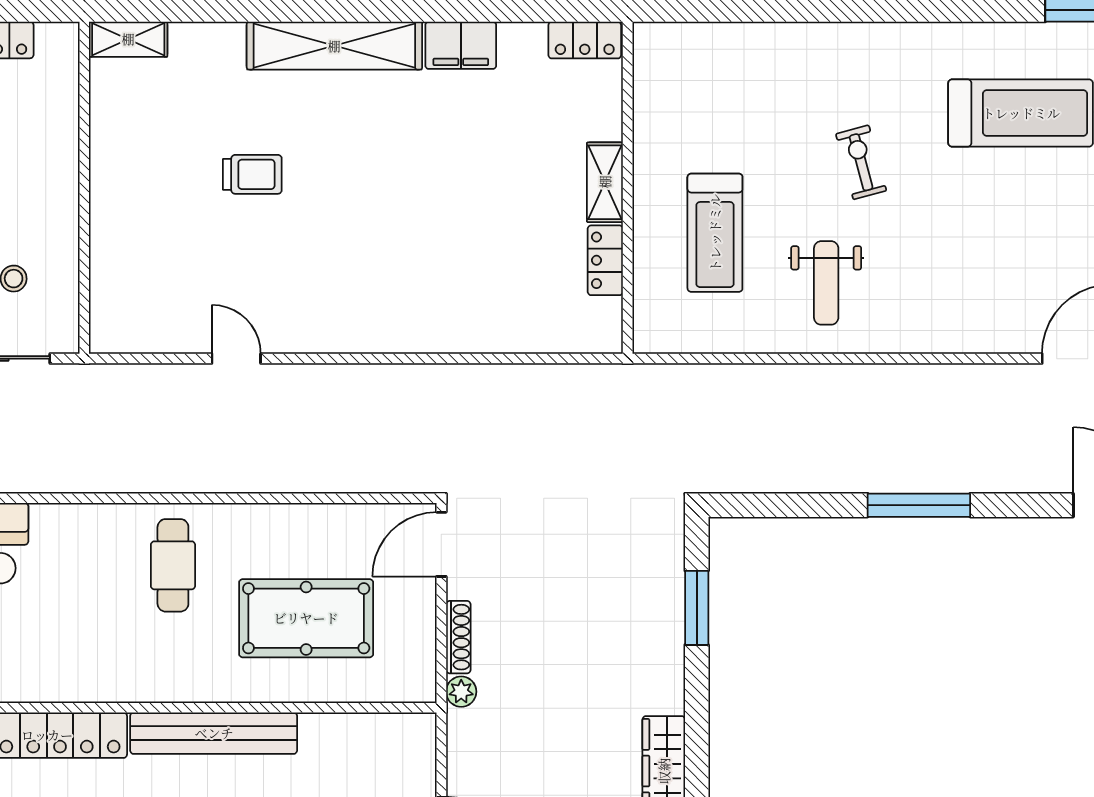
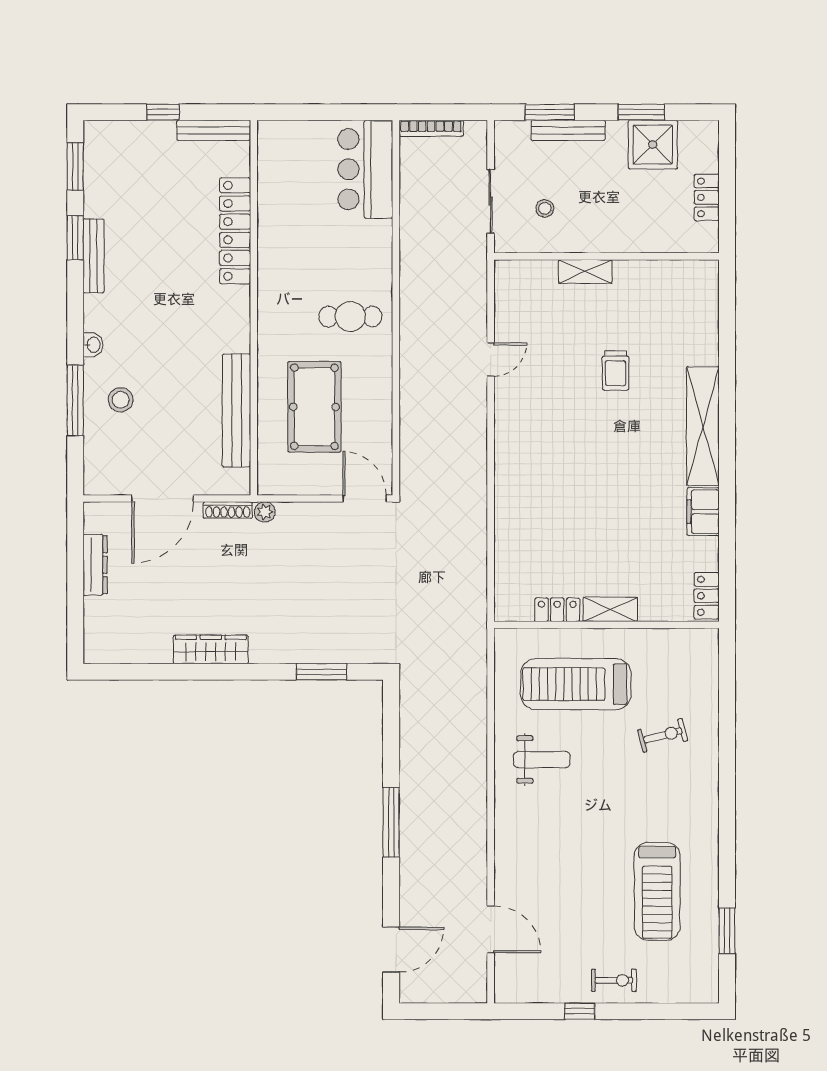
shelving: (128, 39) -> (585, 272), moved, turned 90
exercise bike: (861, 162) -> (663, 735), moved
treadmill: (715, 233) -> (576, 684), width x1.37, depth x1.38
weight bench: (826, 283) -> (542, 760), turned 180
shoe rack: (458, 637) -> (228, 510), moved
bench: (214, 733) -> (236, 410), moved

